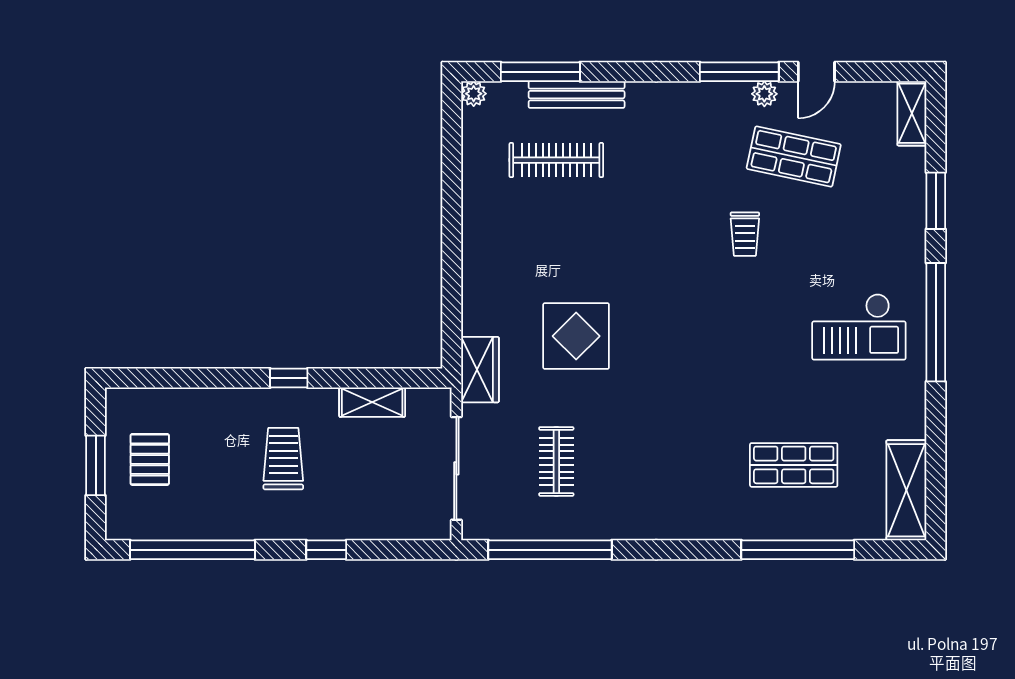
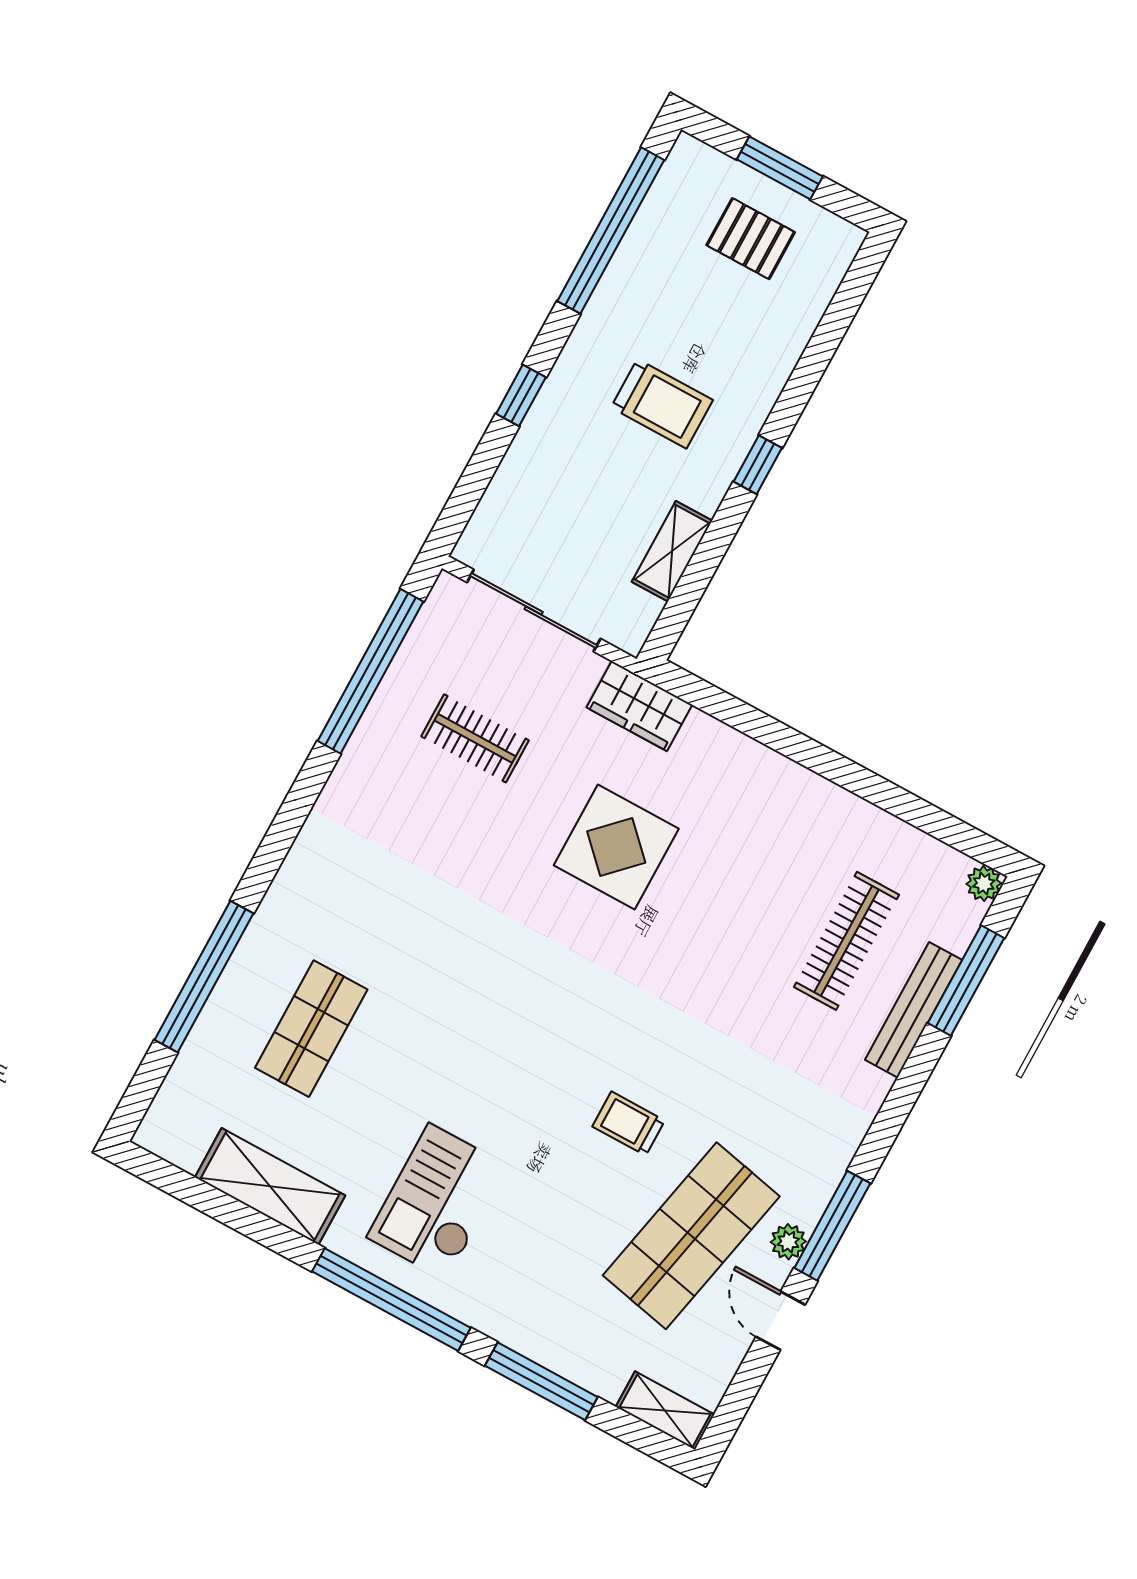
shop shelf: (794, 157) -> (691, 1236), width x1.43, depth x1.36
window: (936, 201) -> (541, 1381), width x1.44
shelving: (906, 490) -> (270, 1186), moved

